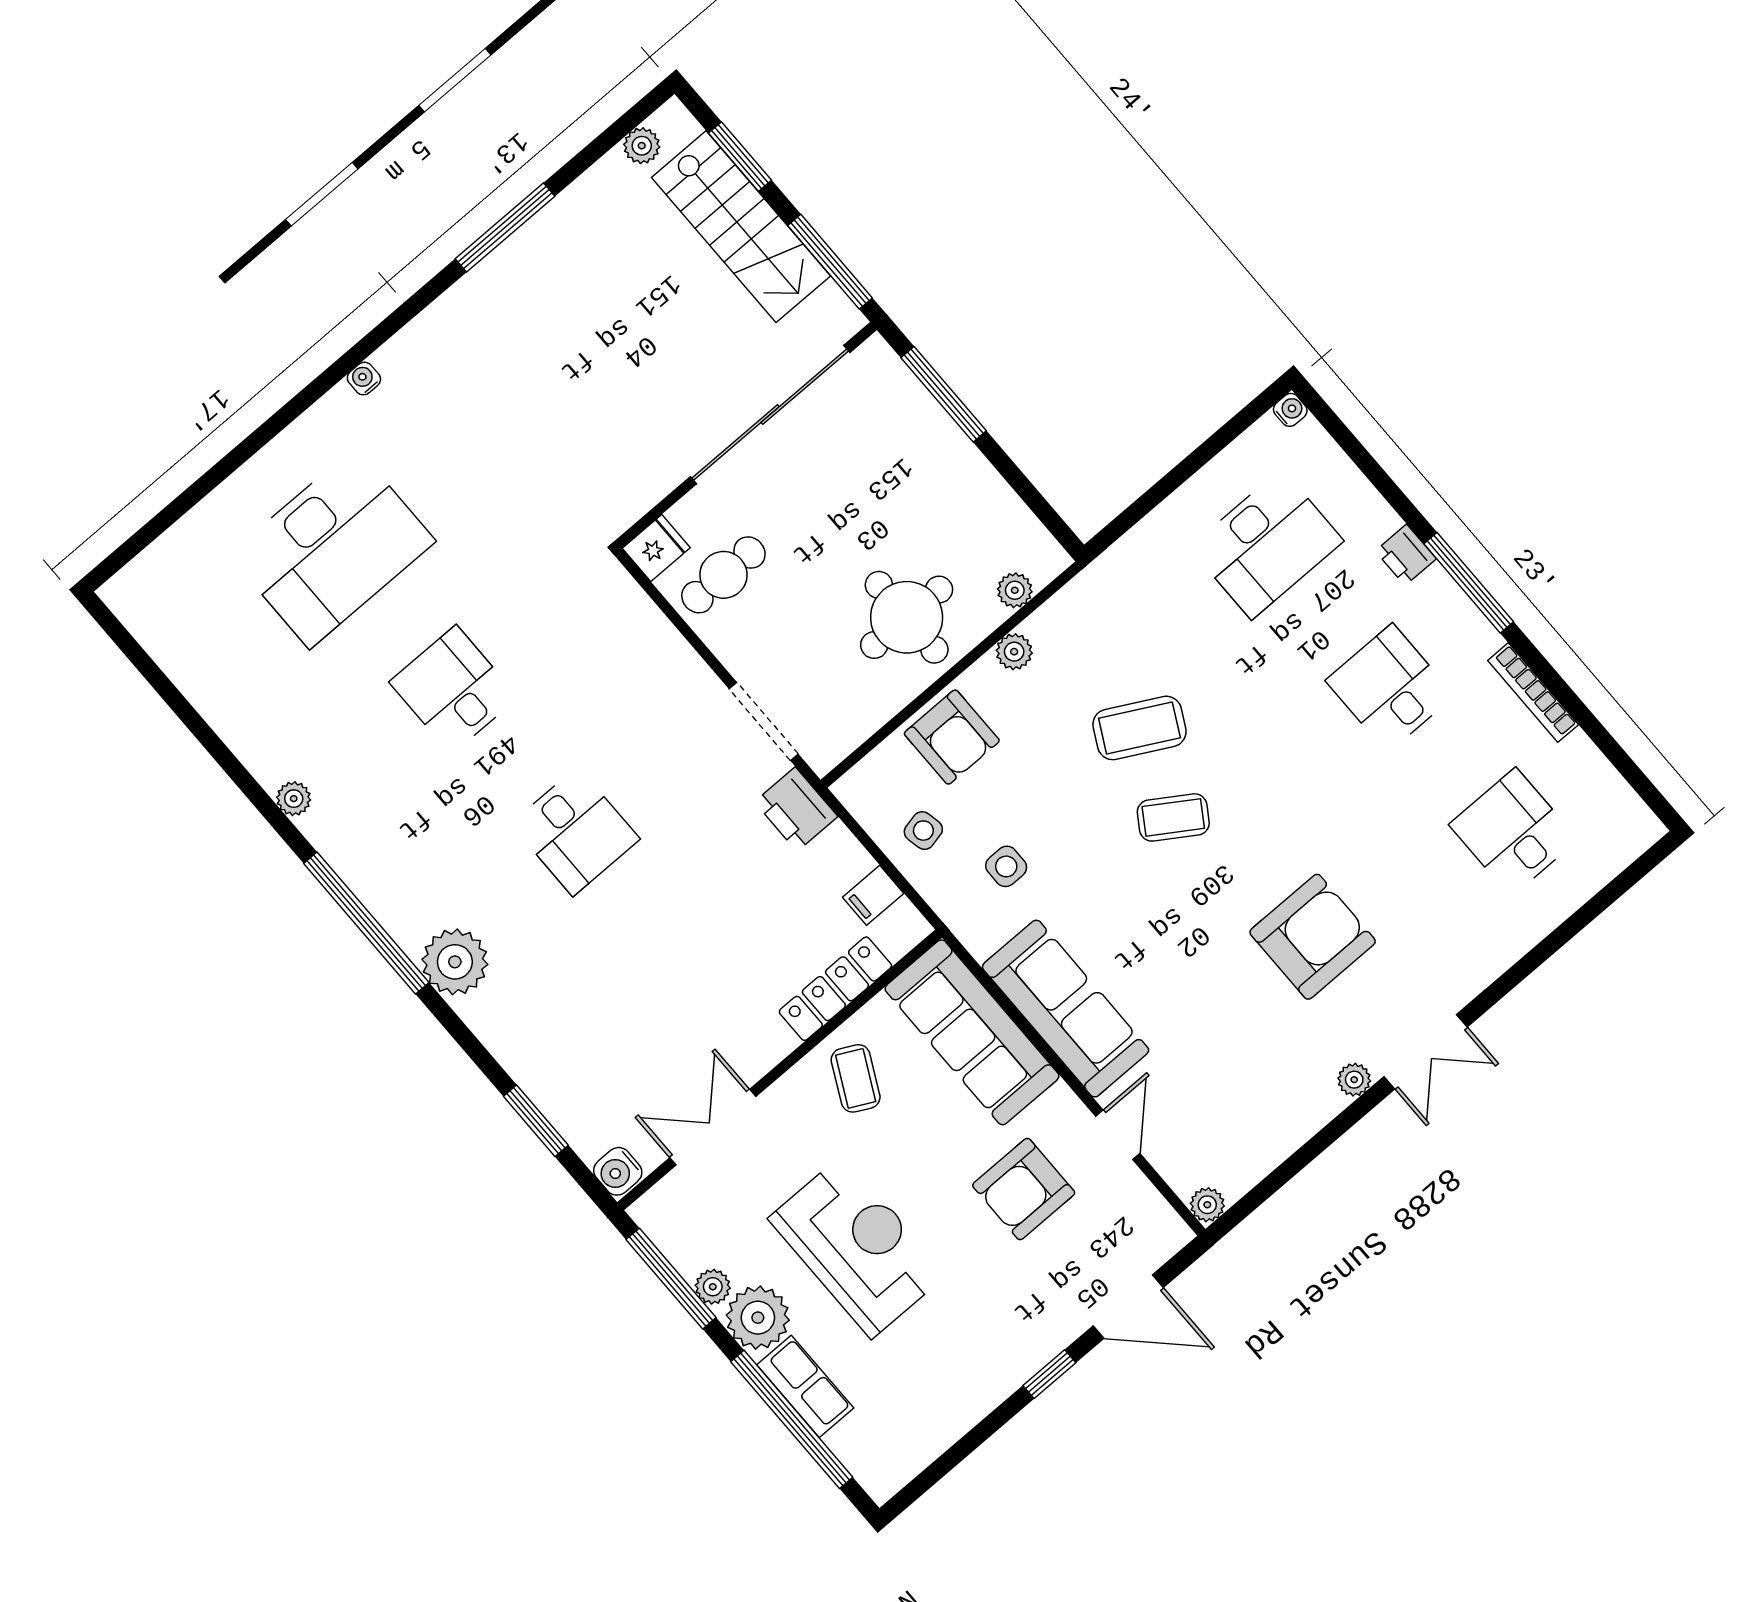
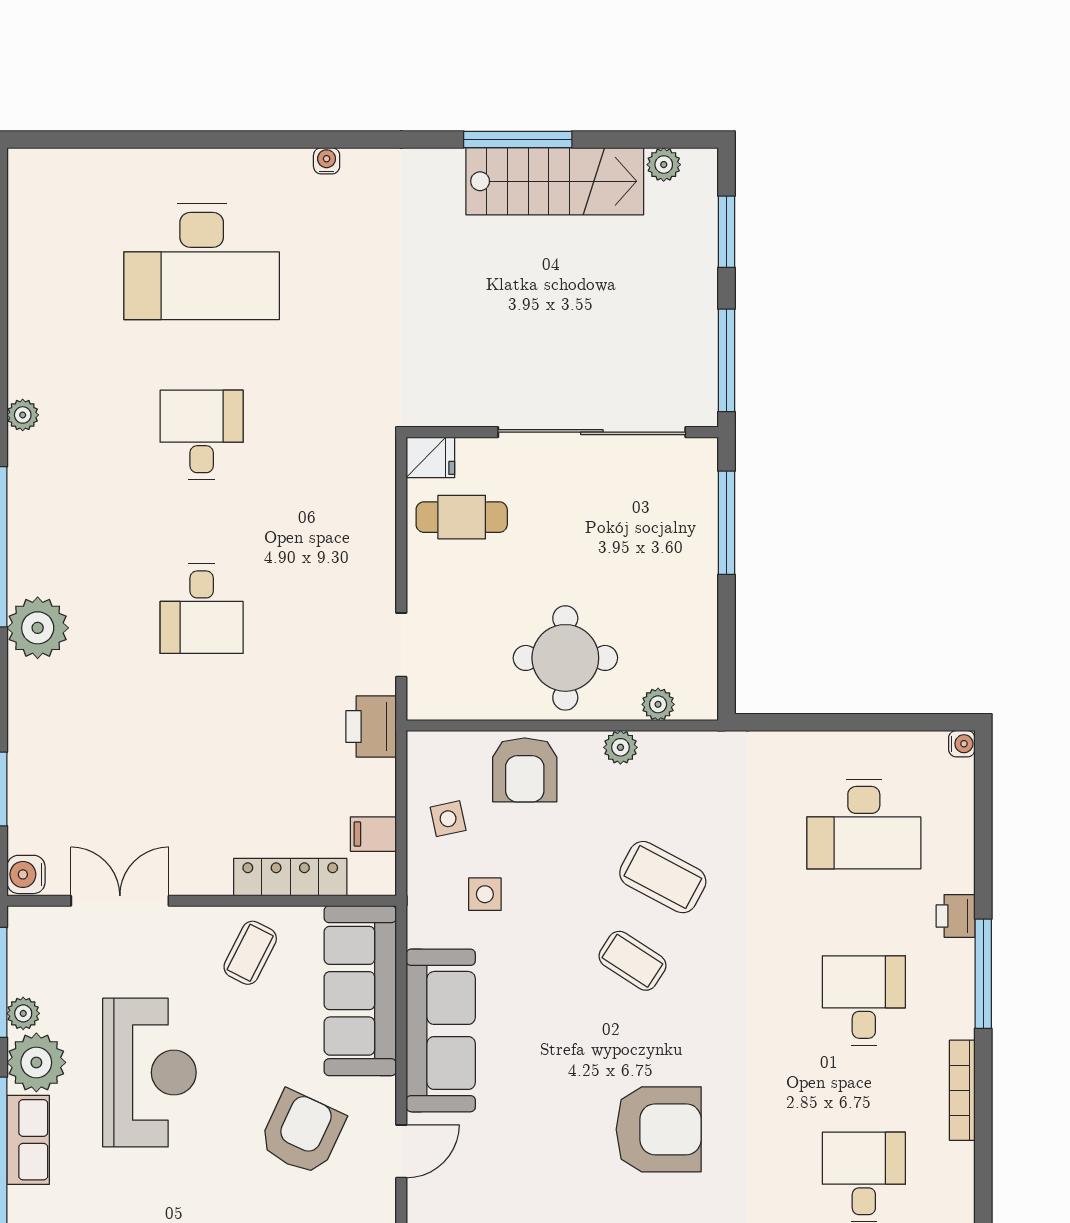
stairs: (741, 227) -> (555, 181), moved, turned -90
doorway: (764, 721) -> (401, 645), width x0.73
armchair: (1024, 1189) -> (302, 1133), turned 115

